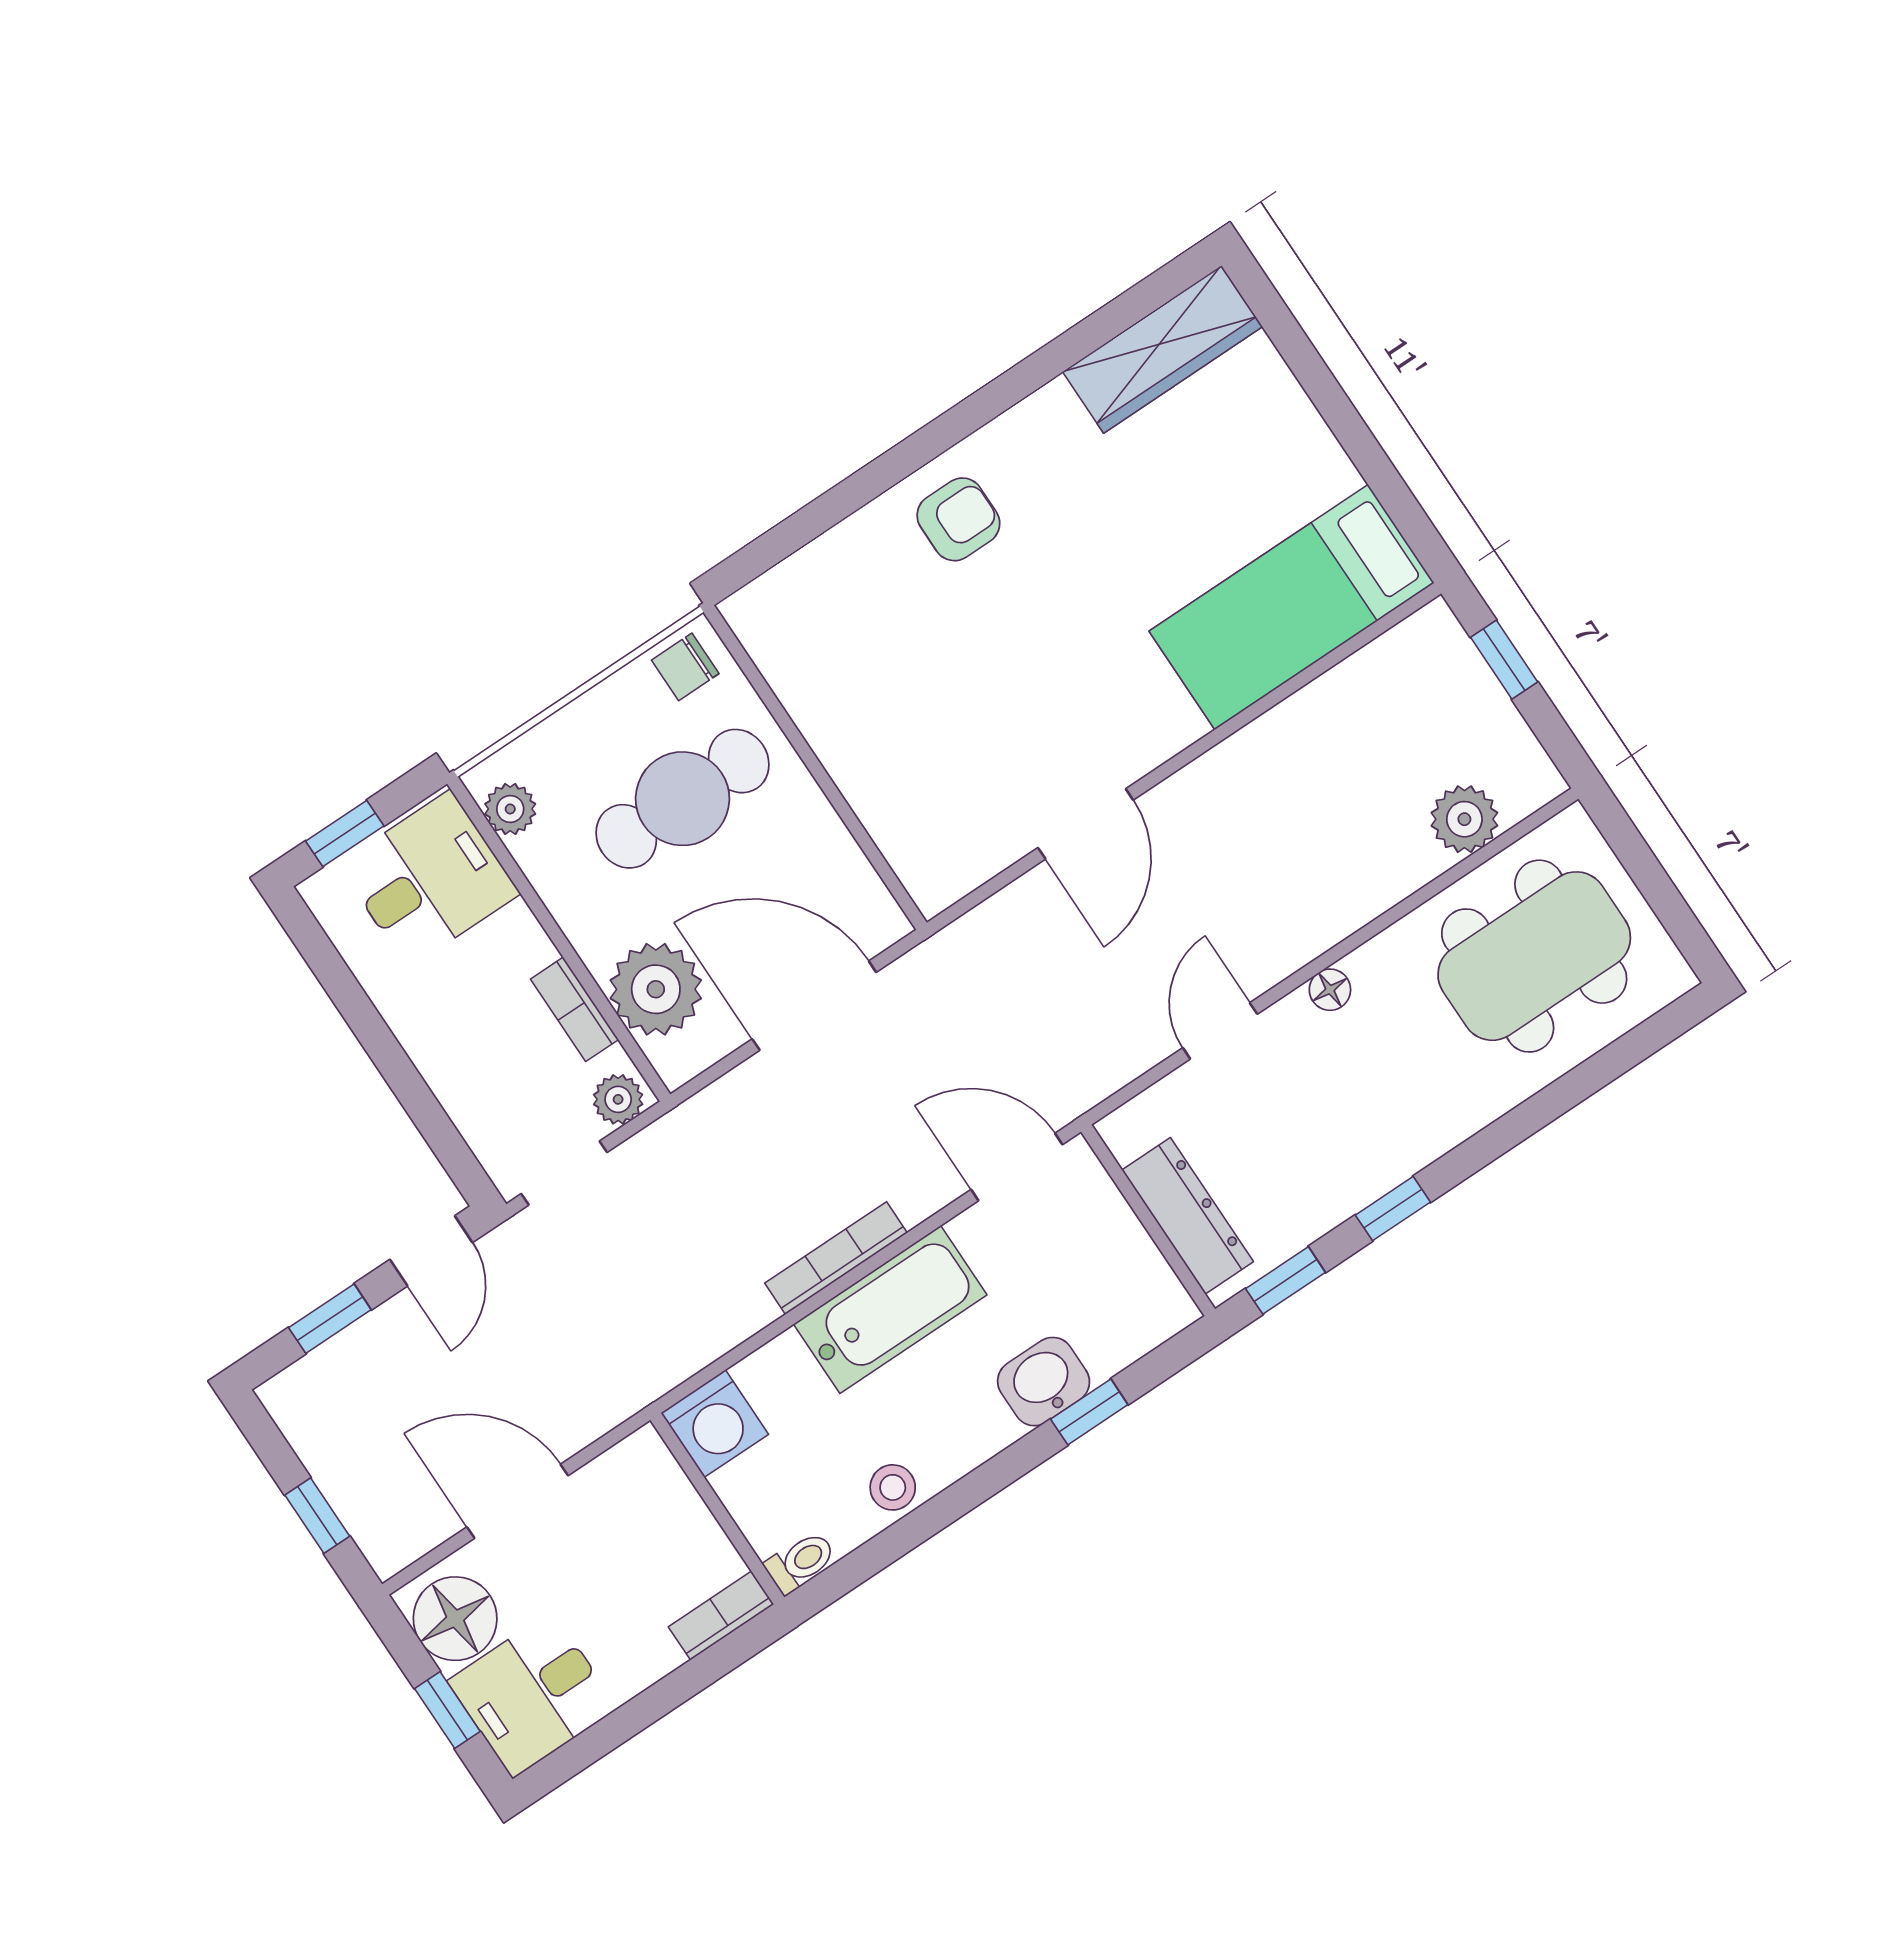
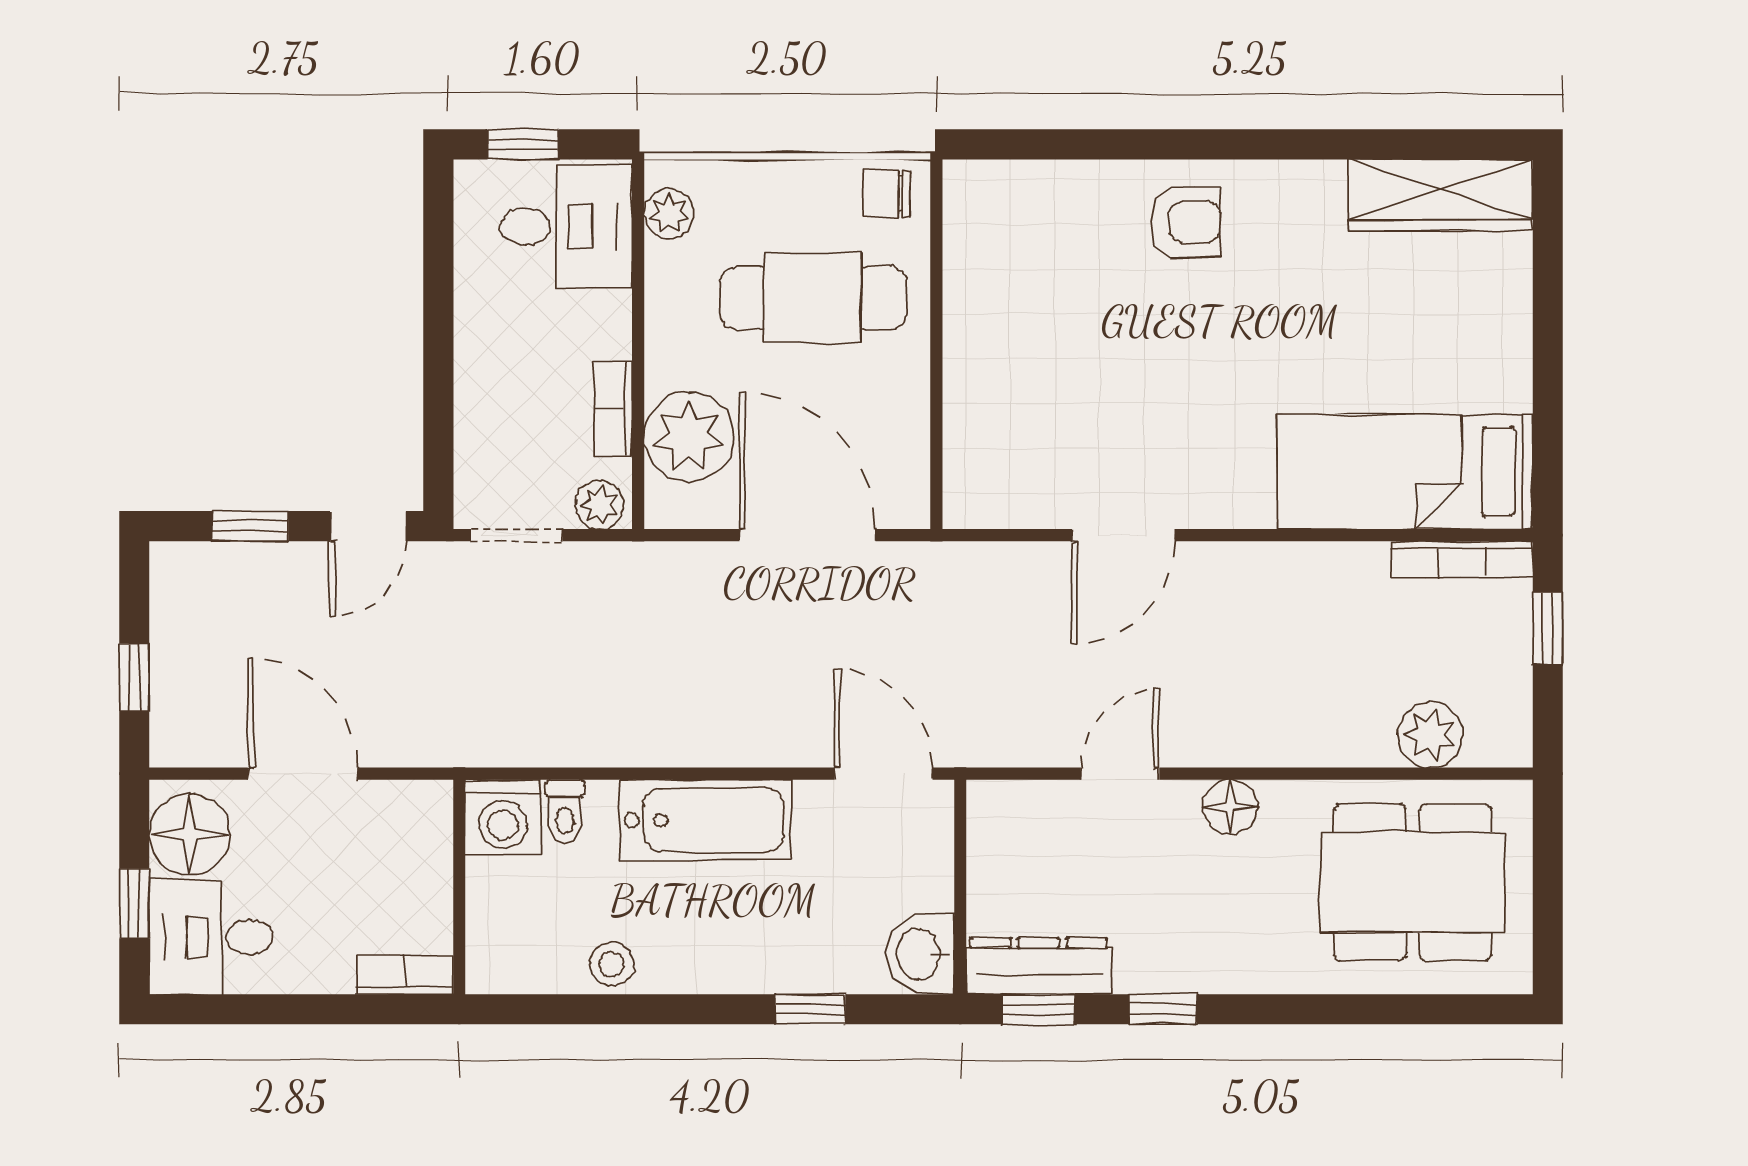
floor lamp: (1330, 990) -> (1230, 807), width x1.37, depth x1.37
dresser: (1188, 1216) -> (1039, 966), moved, turned -90
bookcase: (836, 1258) -> (1462, 559), moved, turned 180
washbasin: (1044, 1382) -> (920, 954), moved, turned -90
toilet: (800, 1562) -> (565, 812), moved, turned 90

